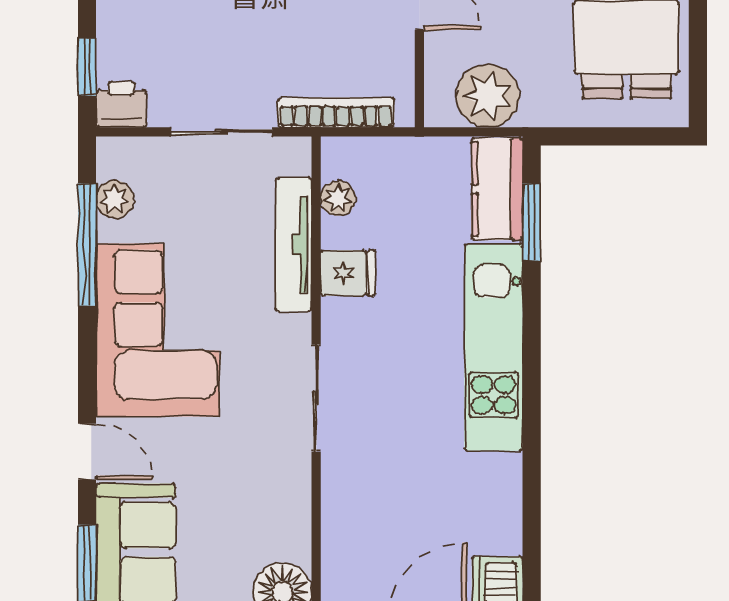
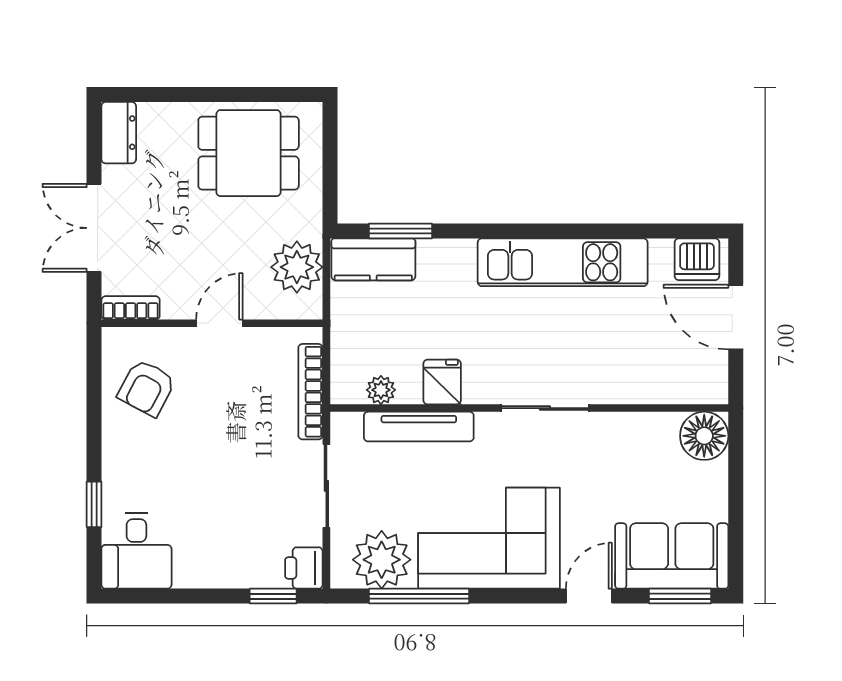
plant: (115, 199) -> (382, 560), width x1.88, depth x1.88
kitchen unit: (494, 347) -> (563, 262), moved

